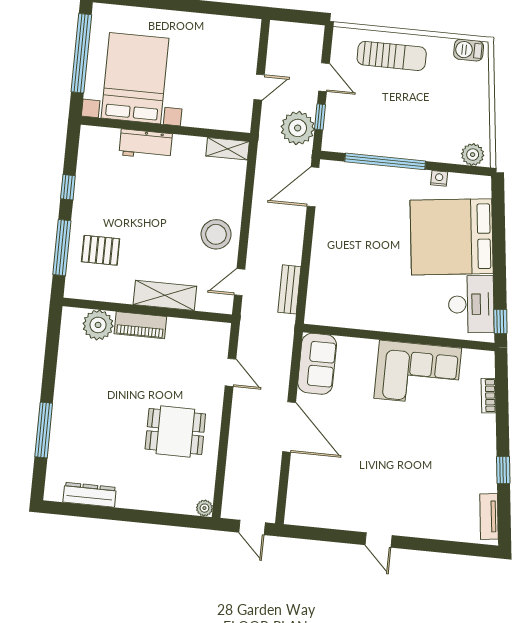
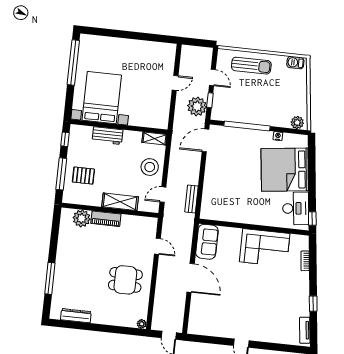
bed with nightstands: (135, 78) -> (102, 98), moved
wall: (165, 129) -> (119, 127), moved
workbench: (146, 144) -> (108, 136), moved
shelving: (228, 149) -> (154, 139), moved

